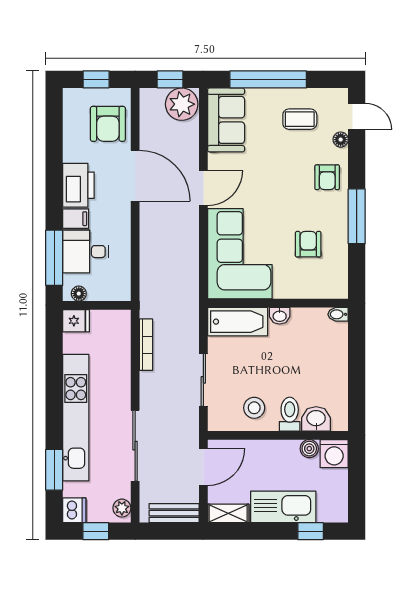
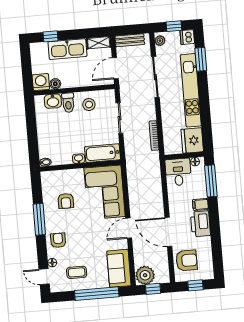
armchair: (108, 124) -> (187, 260), turned 90
desk: (86, 252) -> (178, 172), moved, turned -90
fridge: (76, 321) -> (192, 140), width x1.88, depth x1.34

